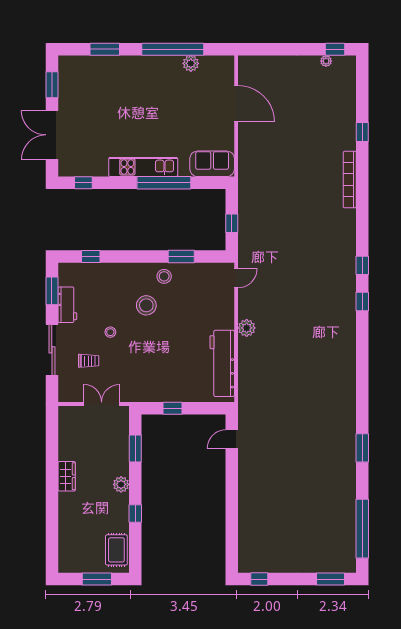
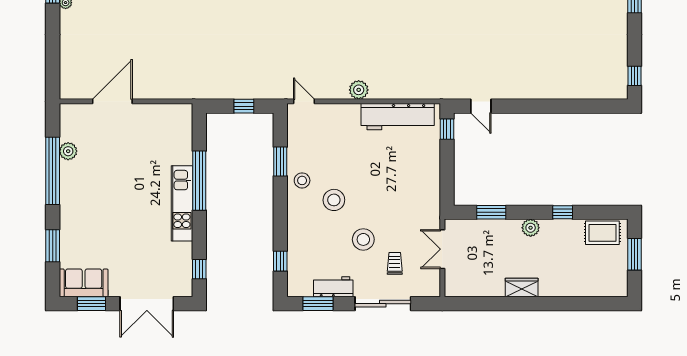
sofa: (212, 164) -> (84, 283), moved, turned 90
stool: (110, 332) -> (363, 239), width x1.89, depth x1.89
window: (172, 408) -> (447, 129), moved

